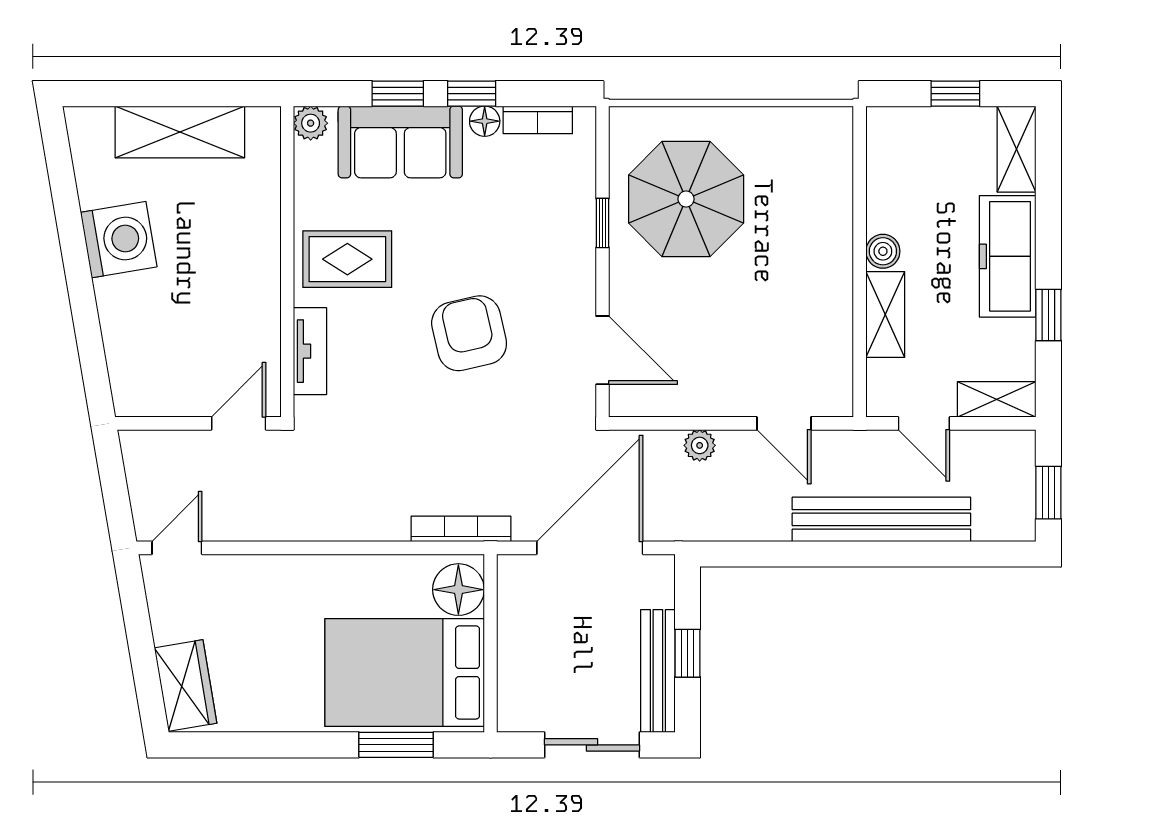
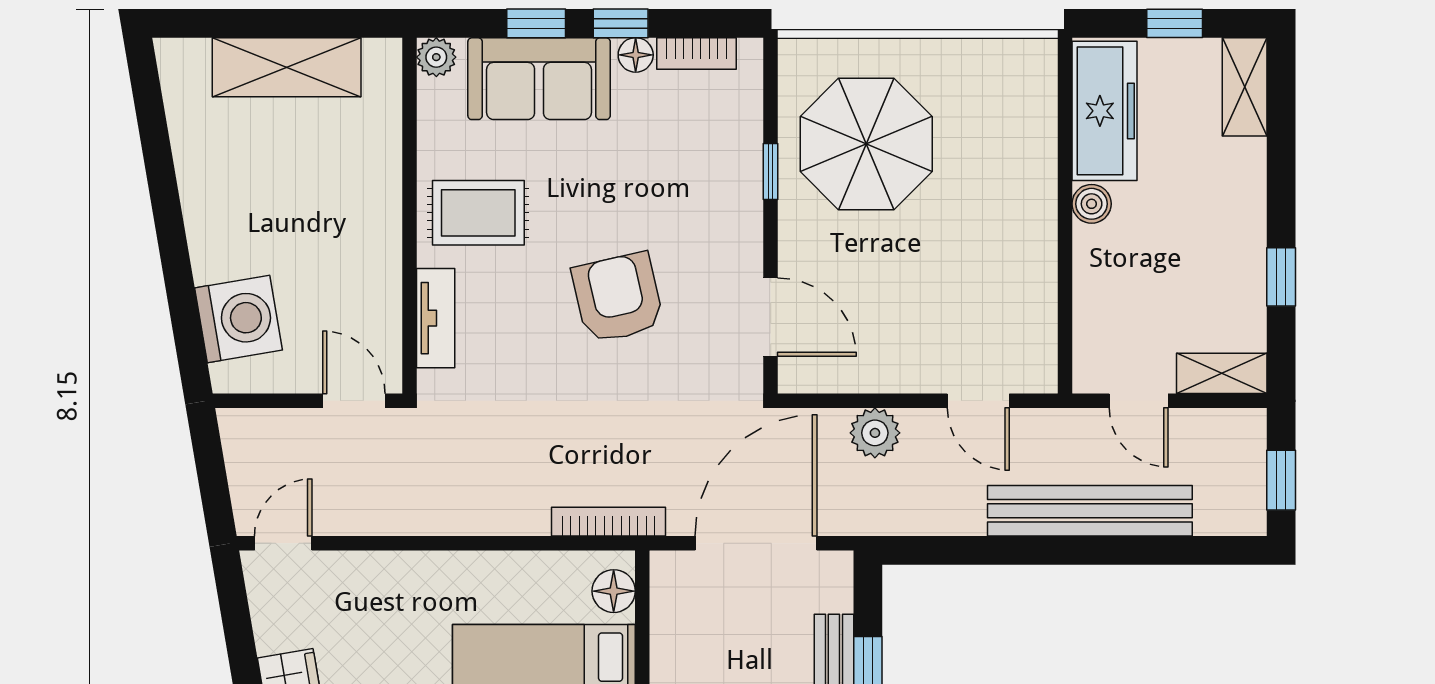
washing machine: (119, 240) -> (238, 319), moved
freezer: (1008, 256) -> (1104, 111), moved, turned 180
shelving: (885, 315) -> (1094, 276), removed
door: (239, 423) -> (354, 401), hinge flipped
plant: (700, 445) -> (875, 433), width x1.38, depth x1.38
floor lamp: (458, 590) -> (614, 591), width x0.73, depth x0.73

